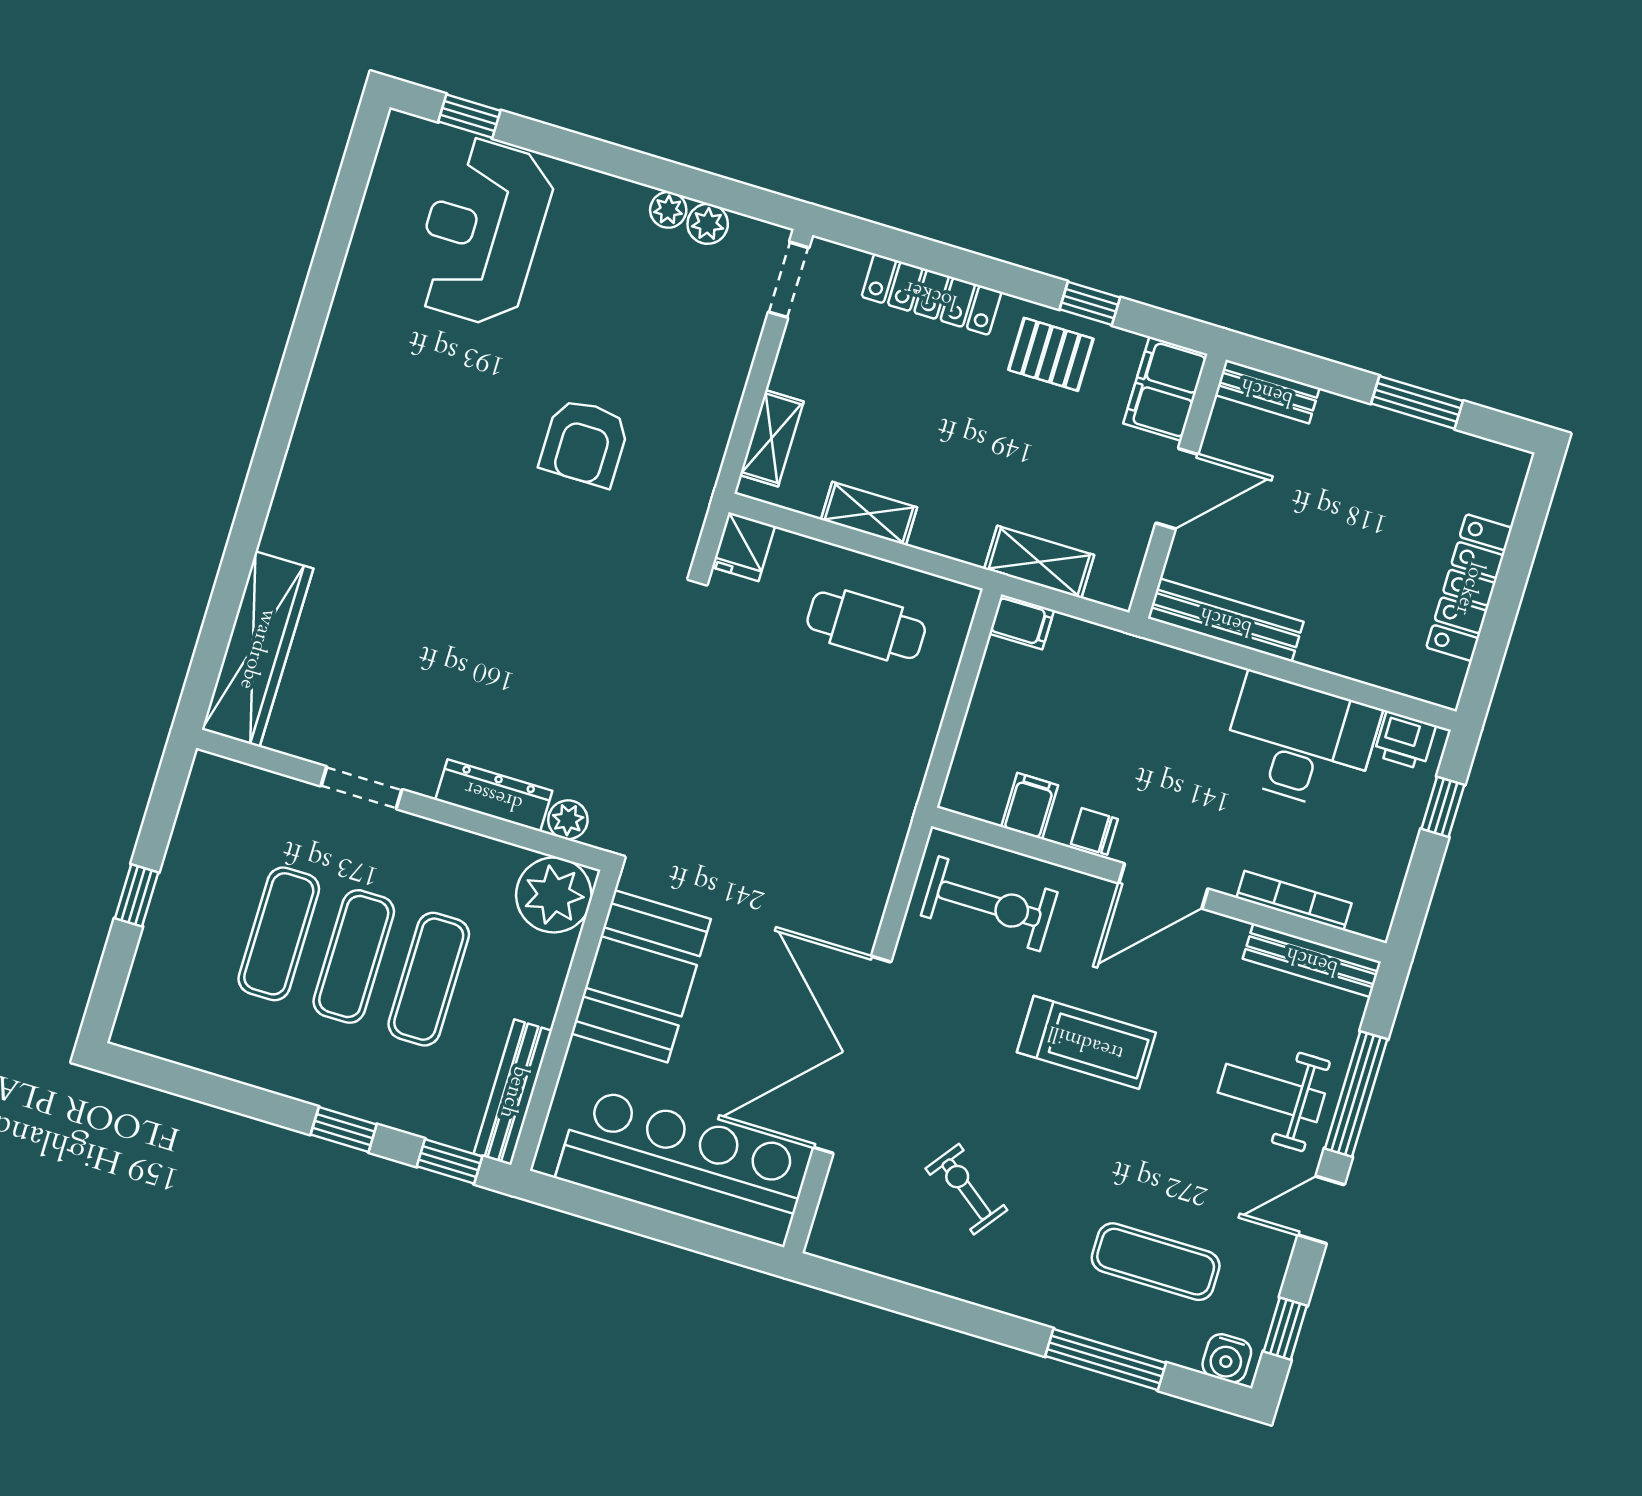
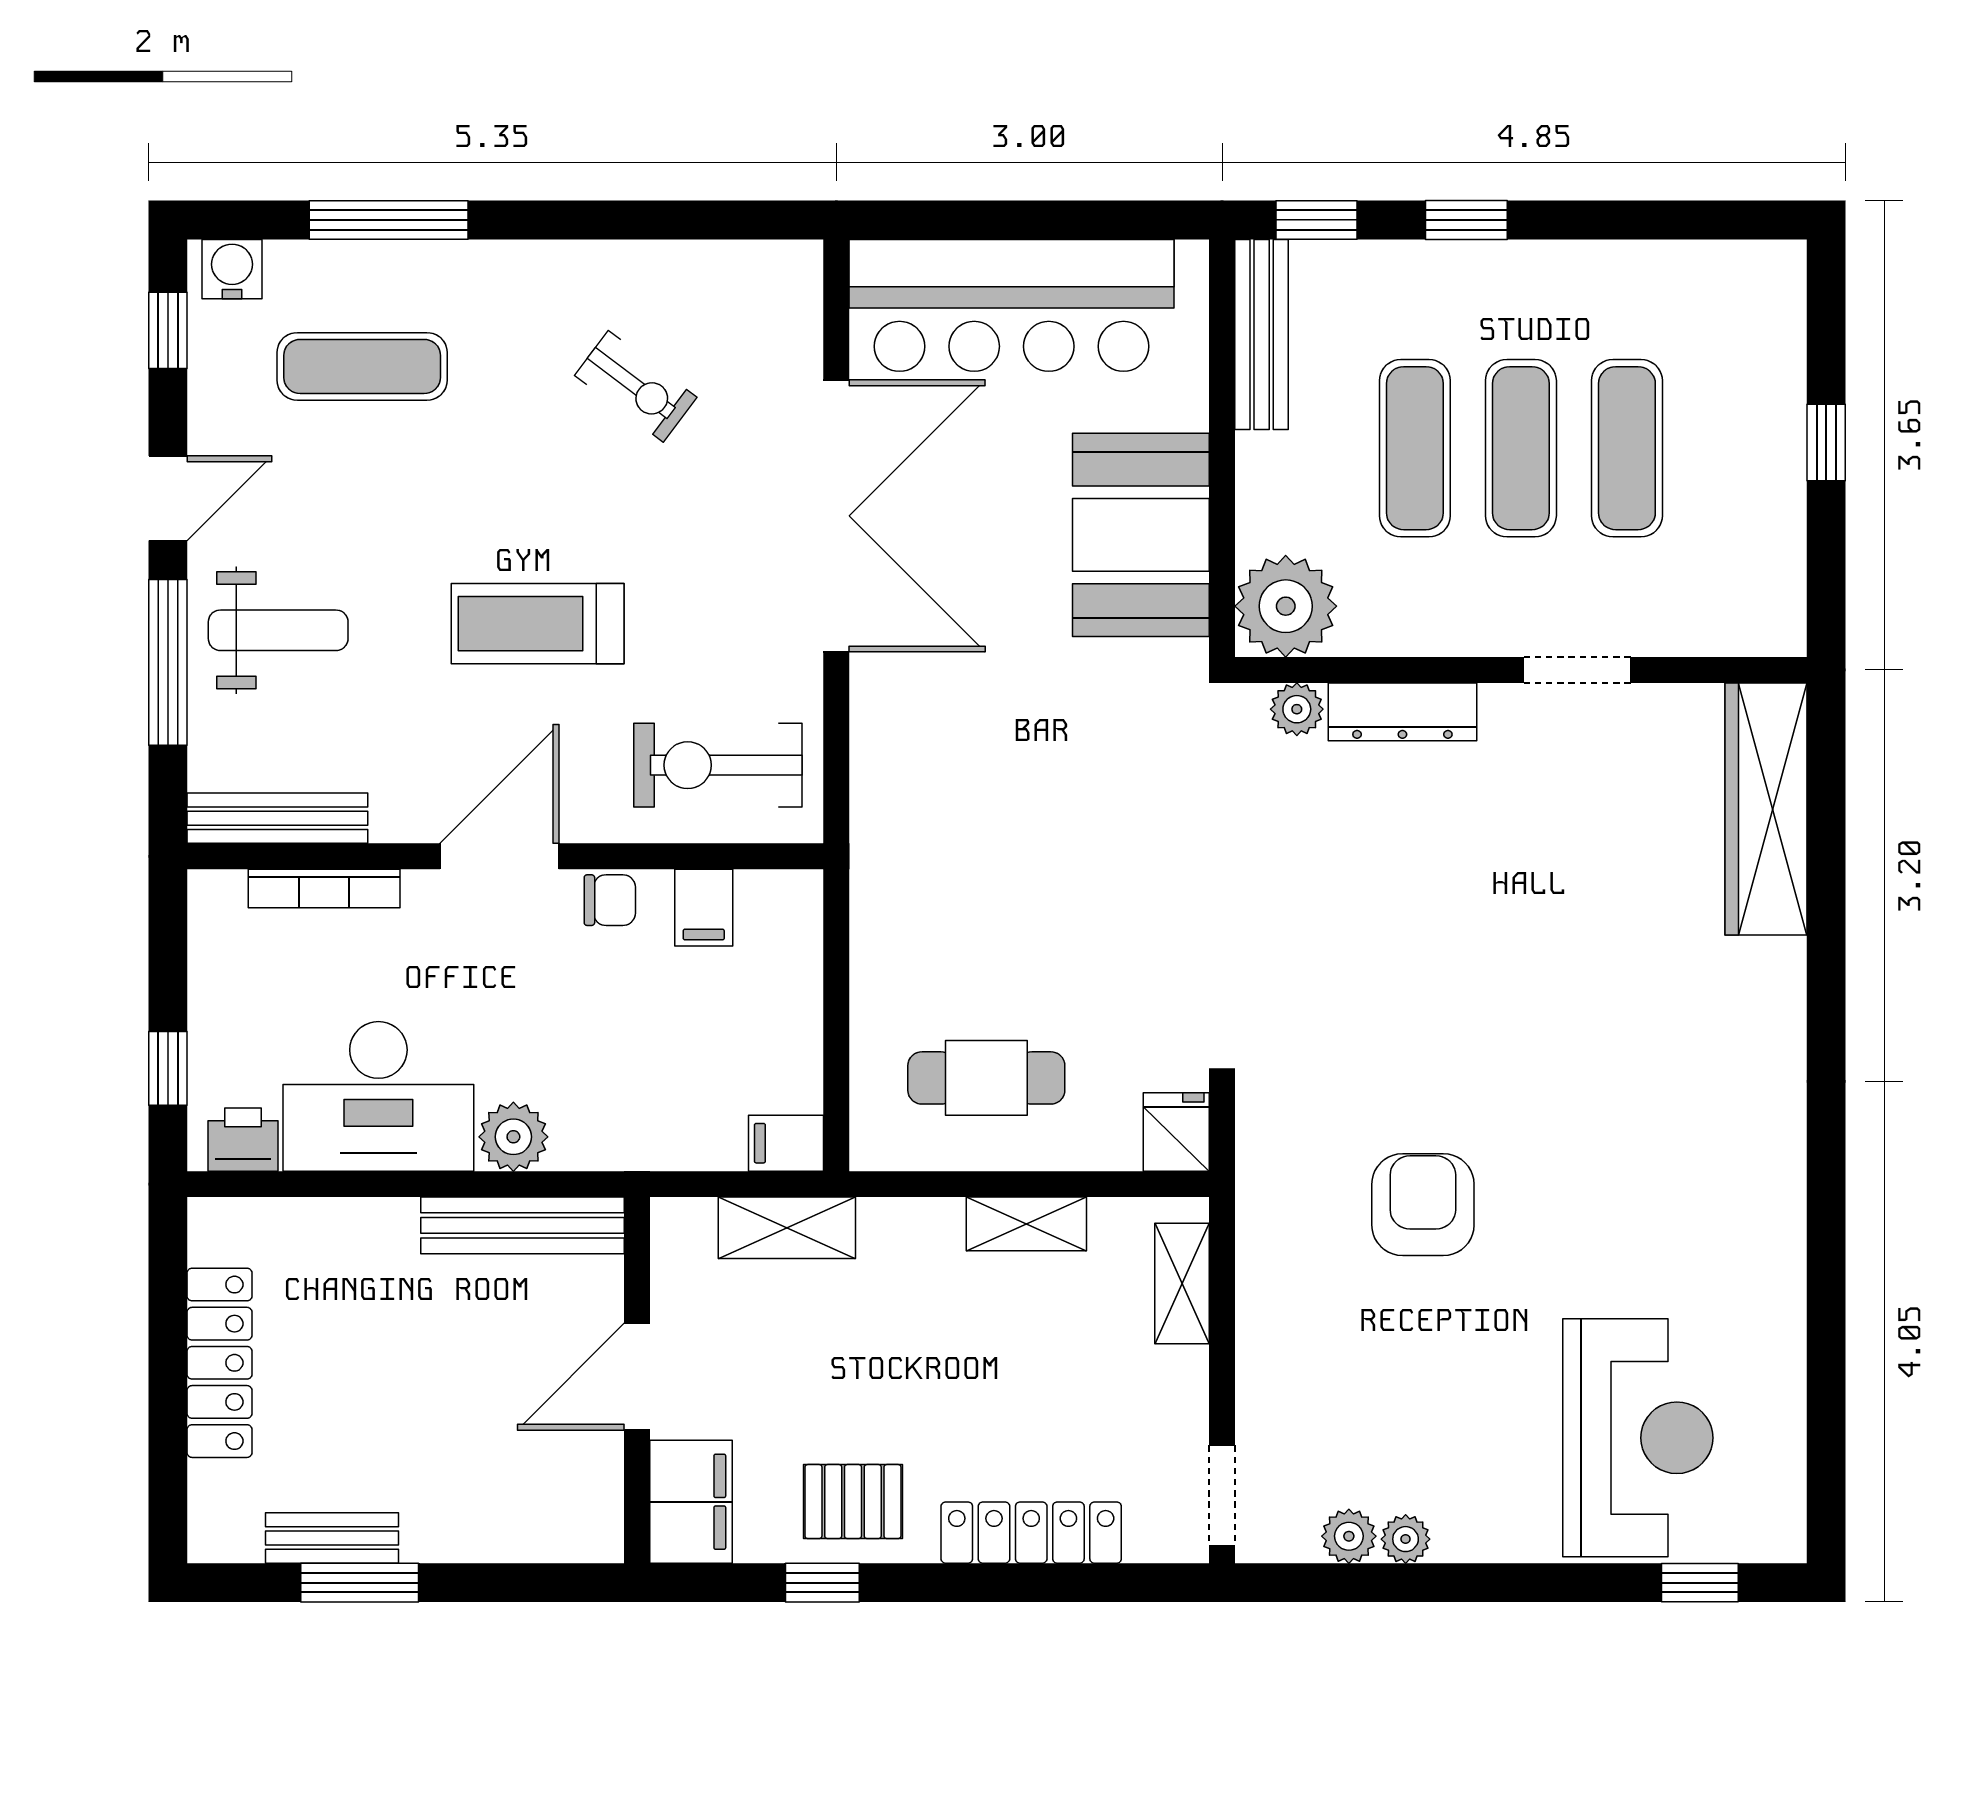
bench: (1267, 391) -> (332, 1538), moved
plant: (1213, 685) -> (513, 1137), added

